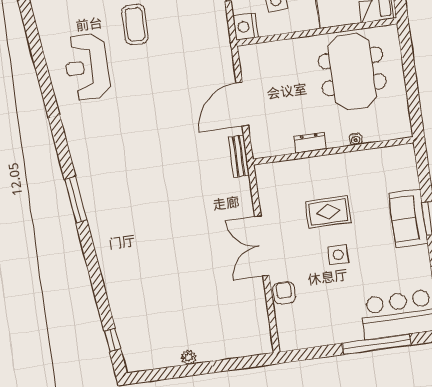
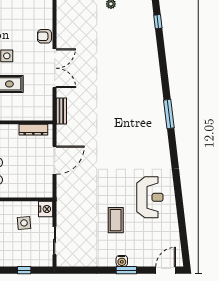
dresser: (310, 143) -> (33, 130), moved, width x1.44
bench: (239, 156) -> (61, 111), moved
armchair: (284, 293) -> (44, 36), turned 90

